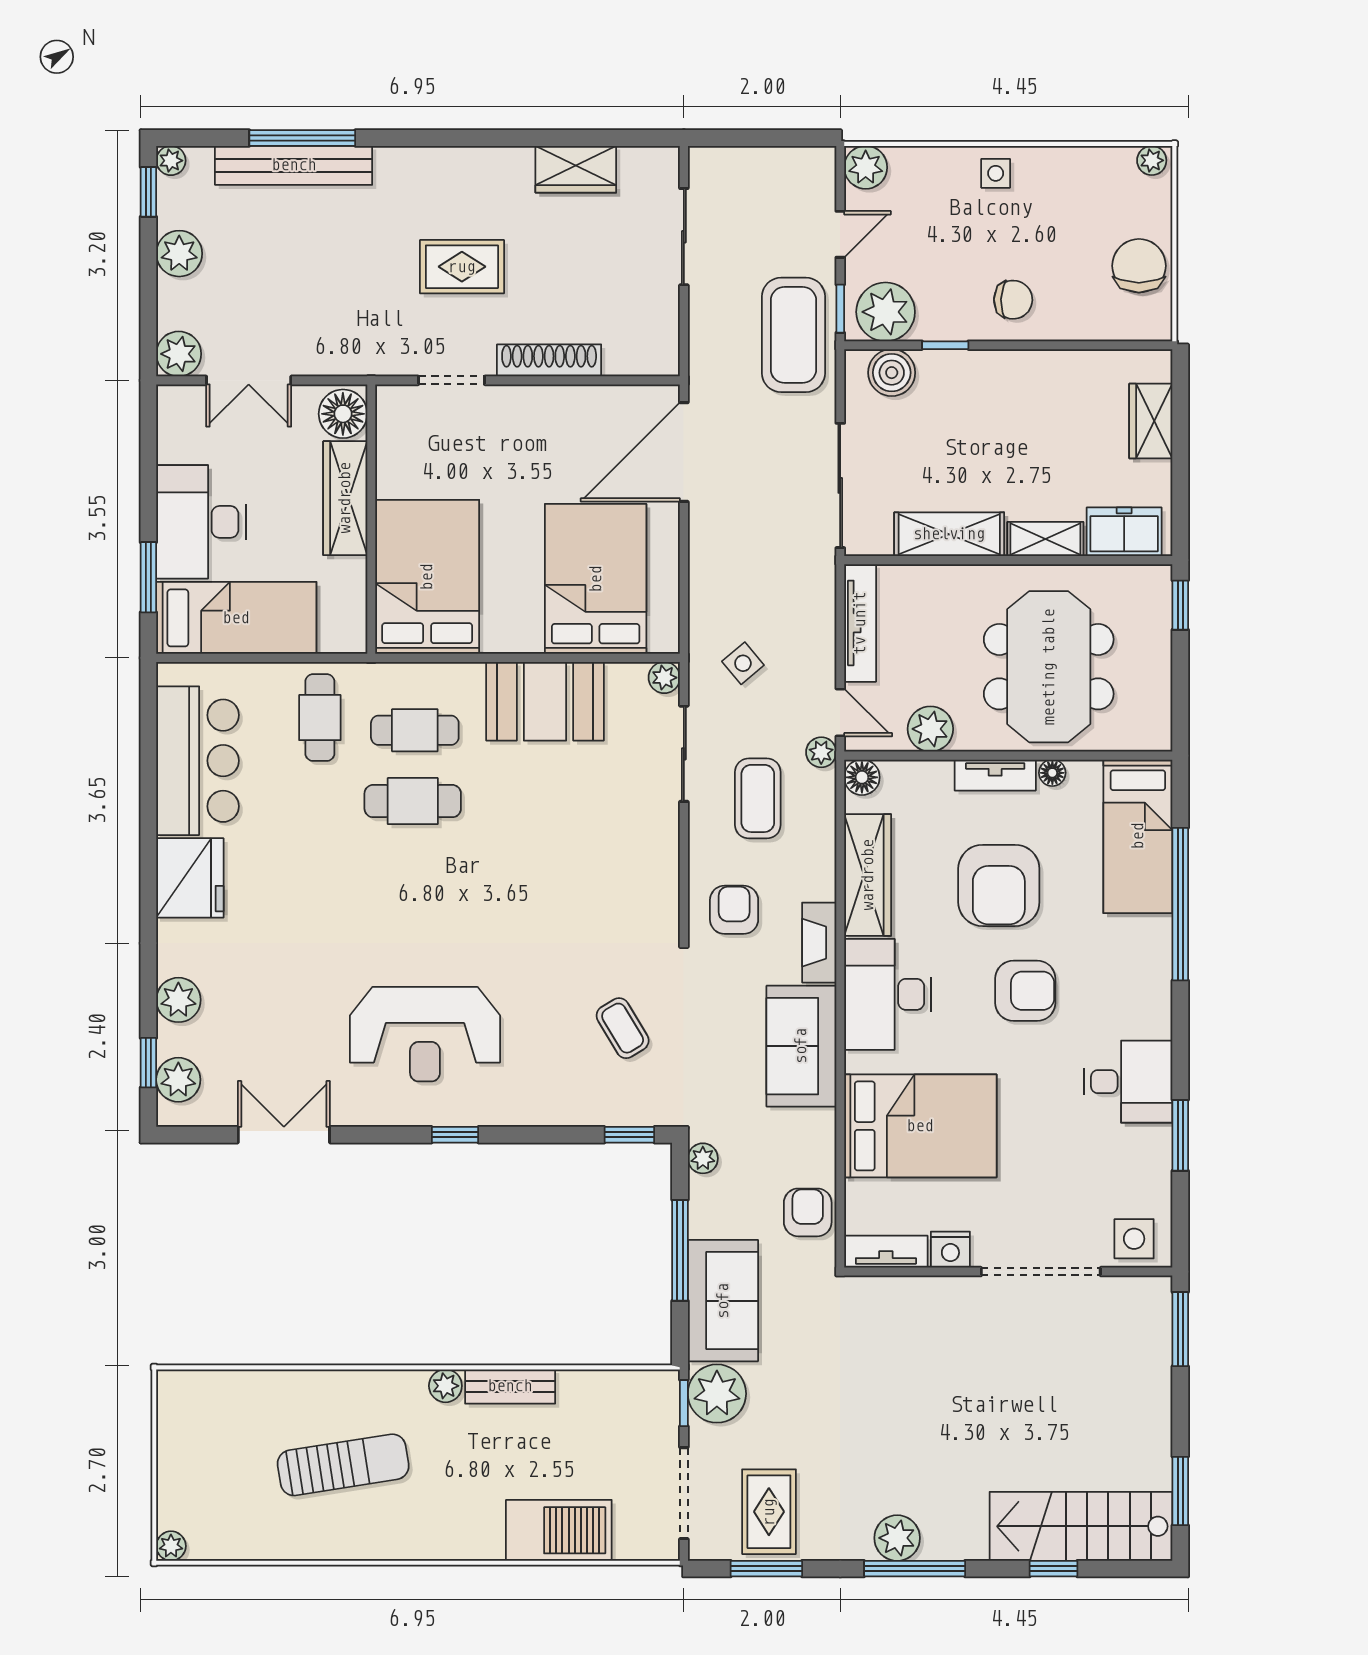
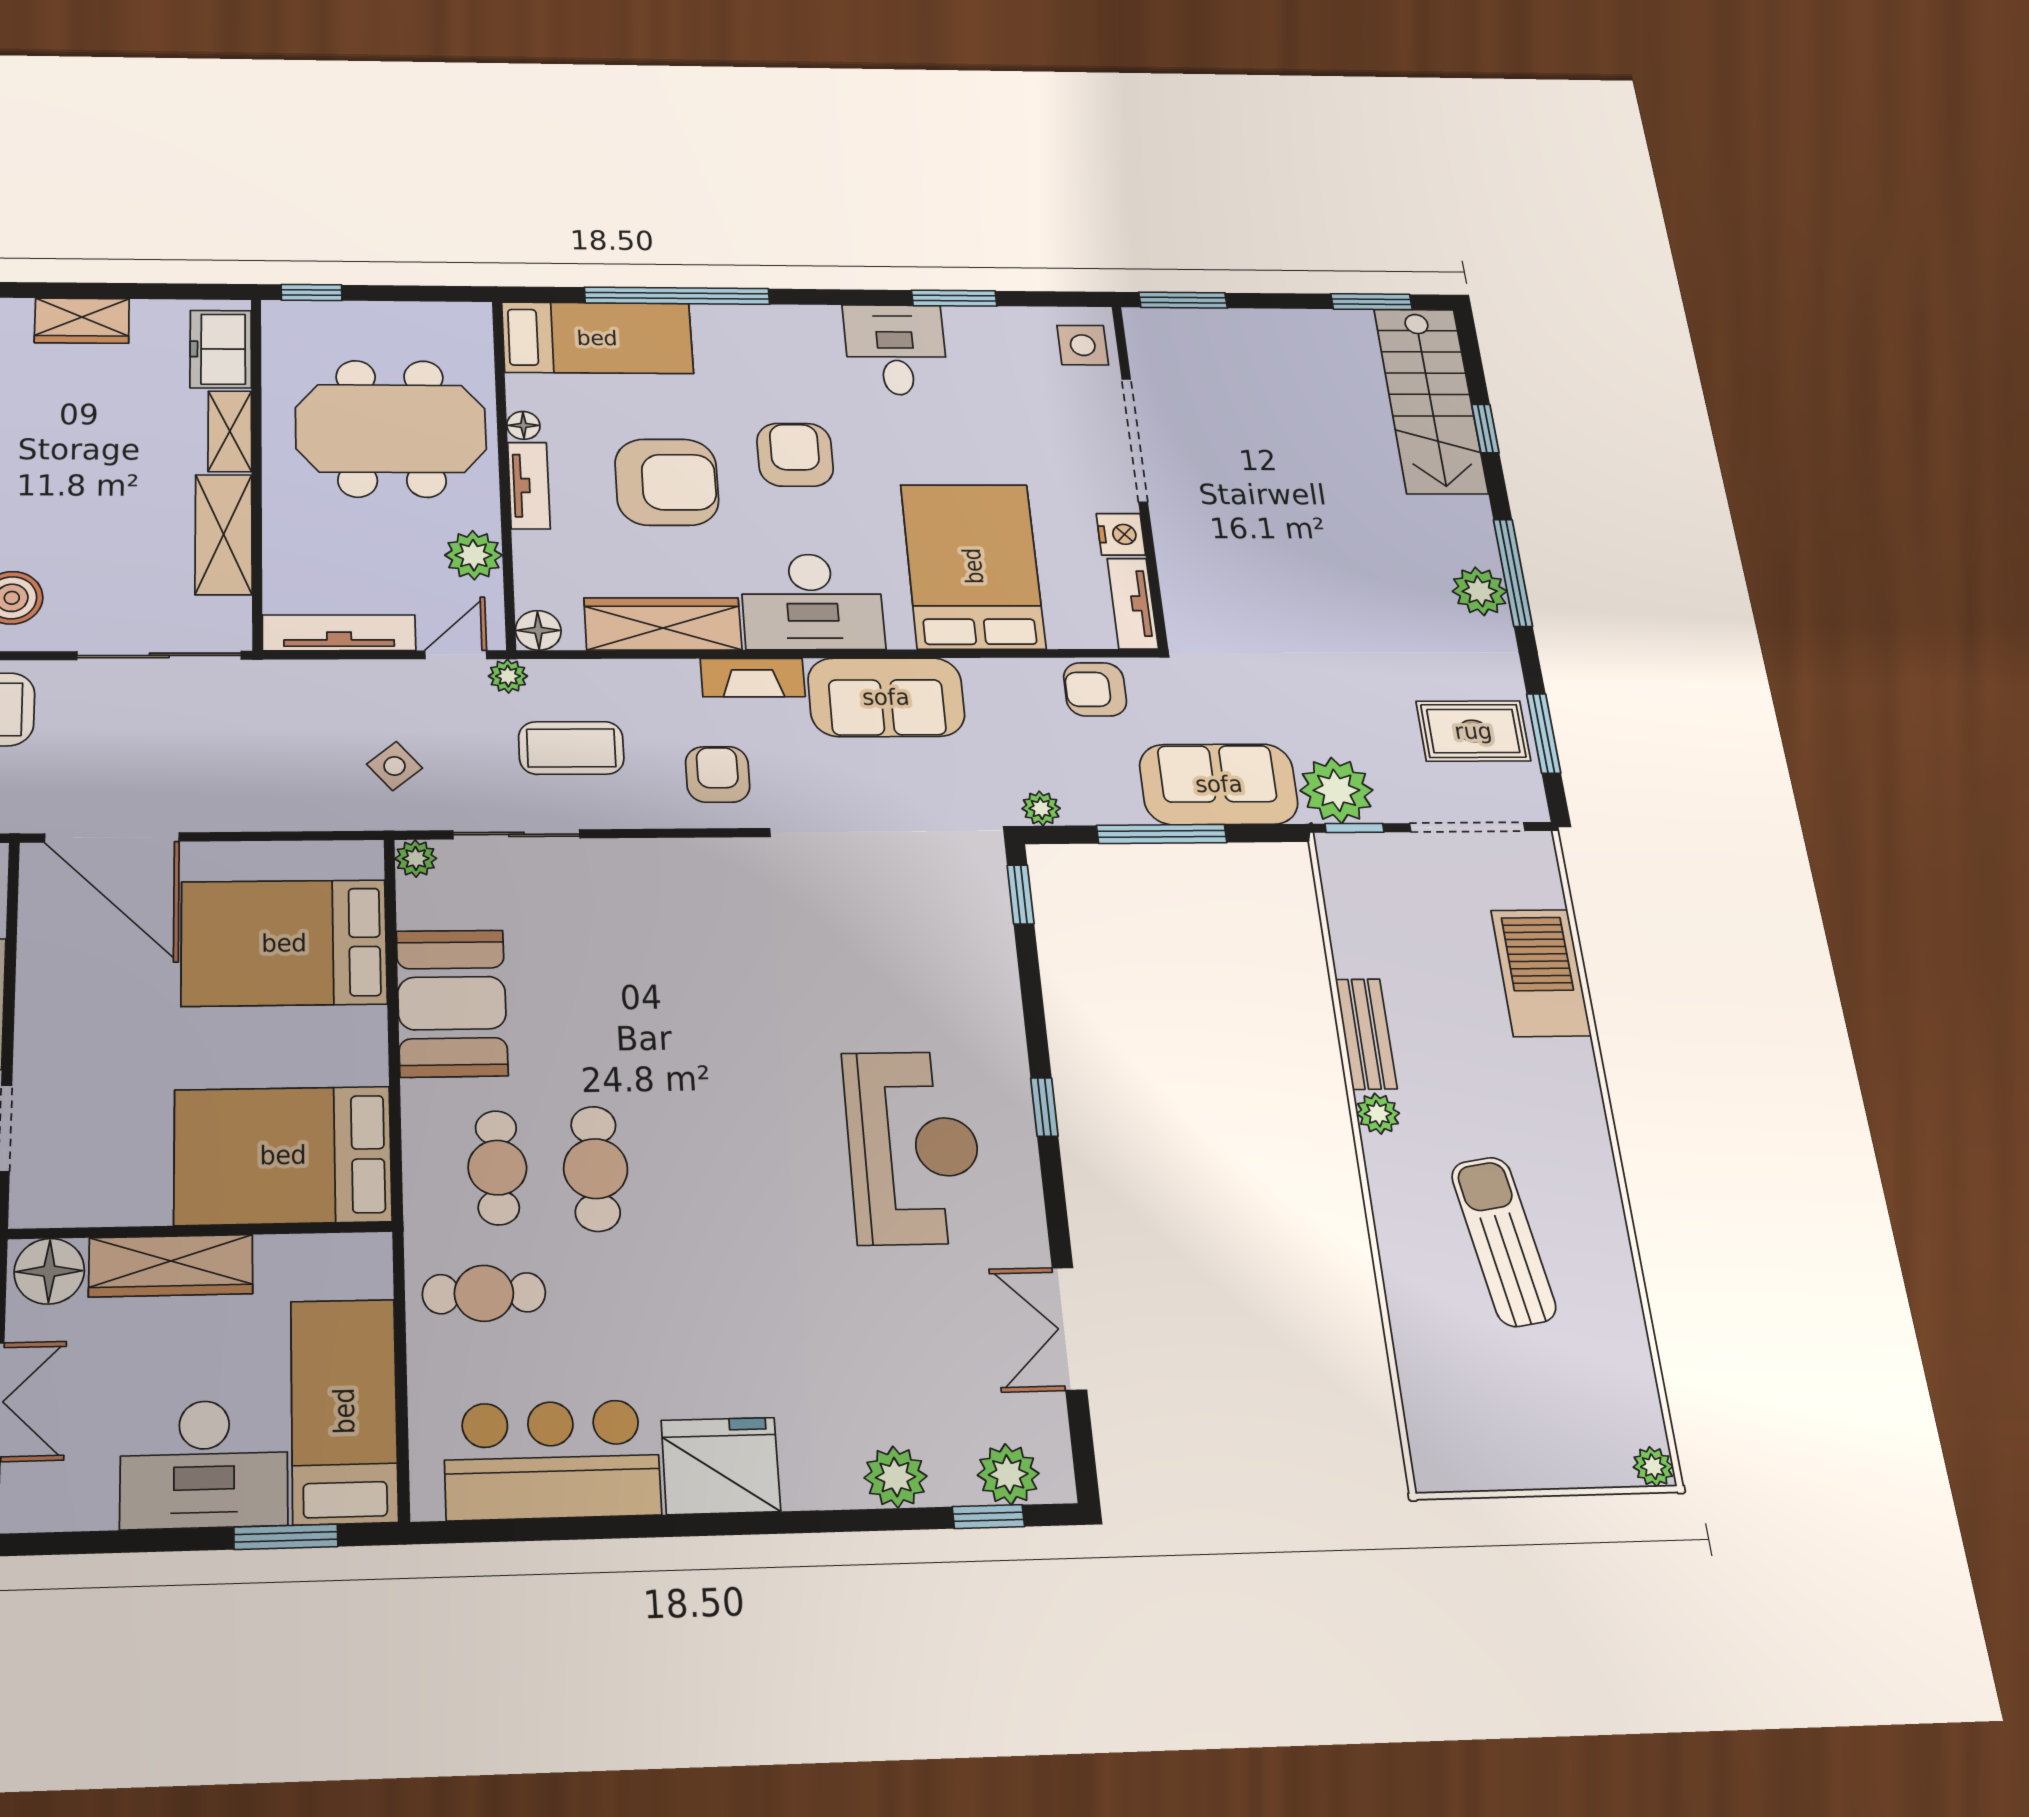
armchair: (734, 910) -> (718, 774), turned 90
coffee table: (623, 1028) -> (882, 904), removed

